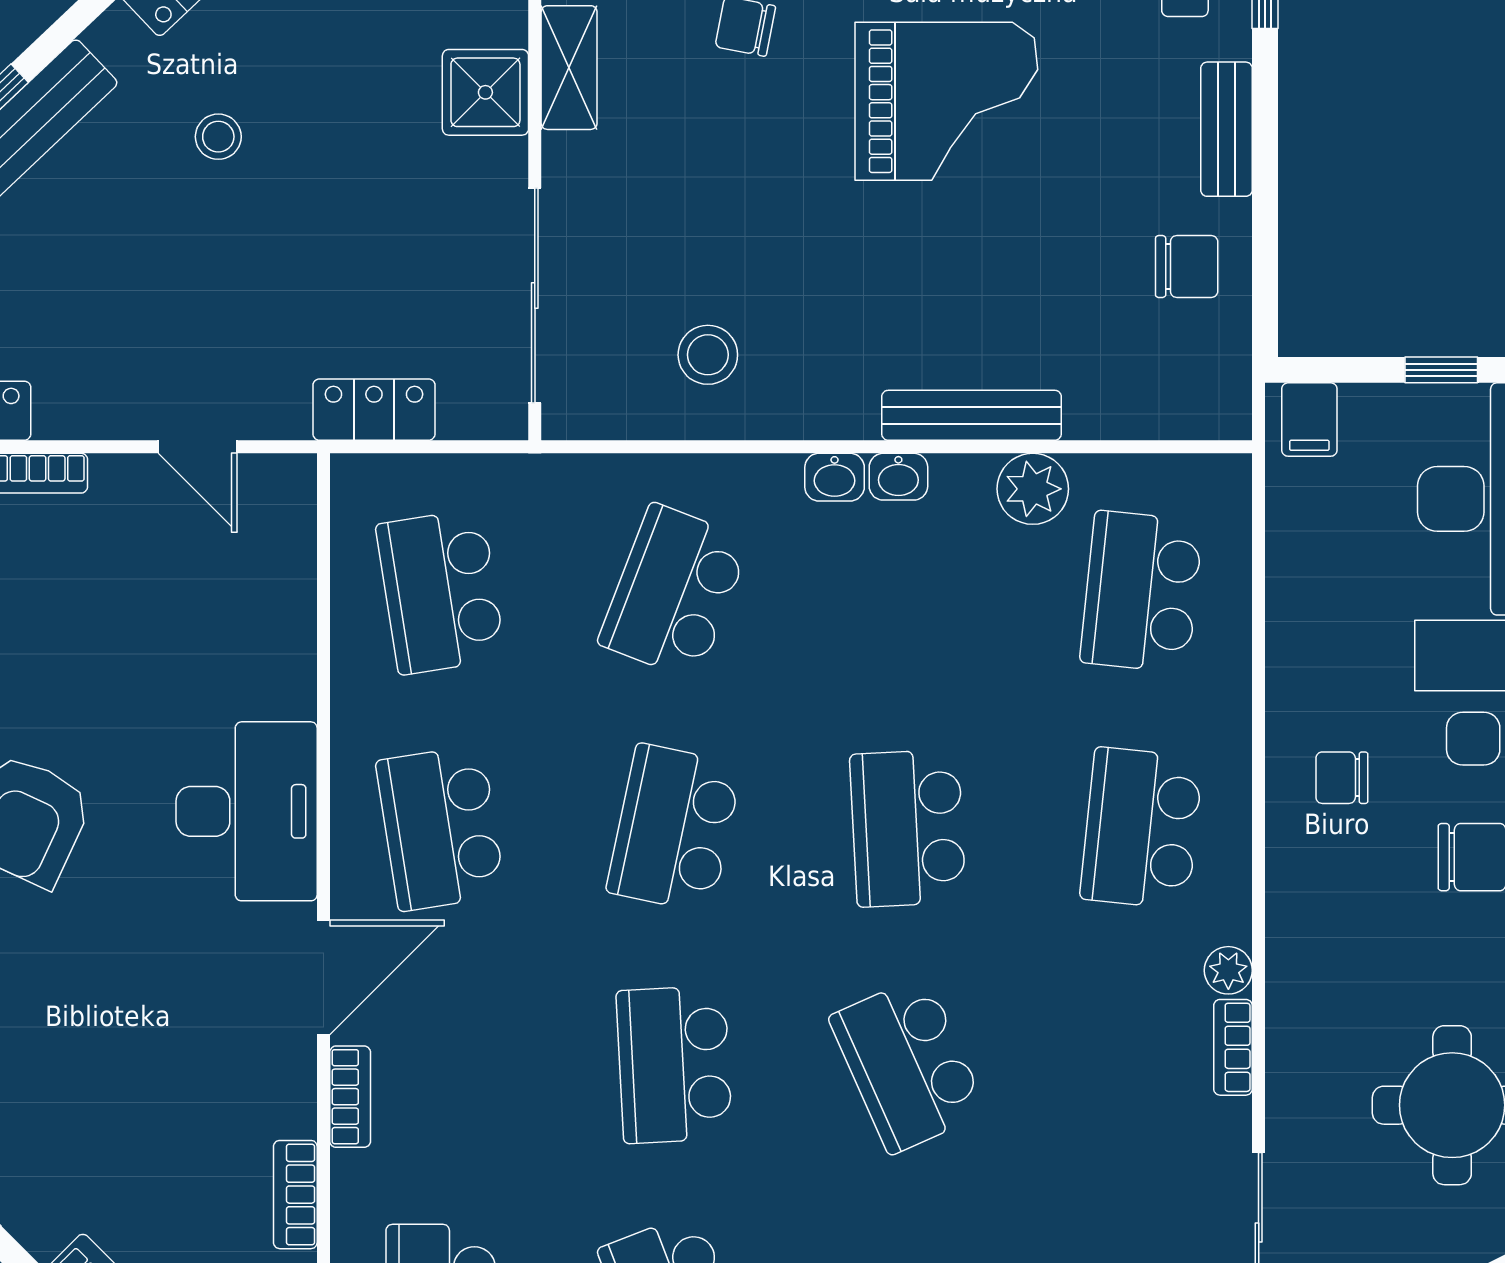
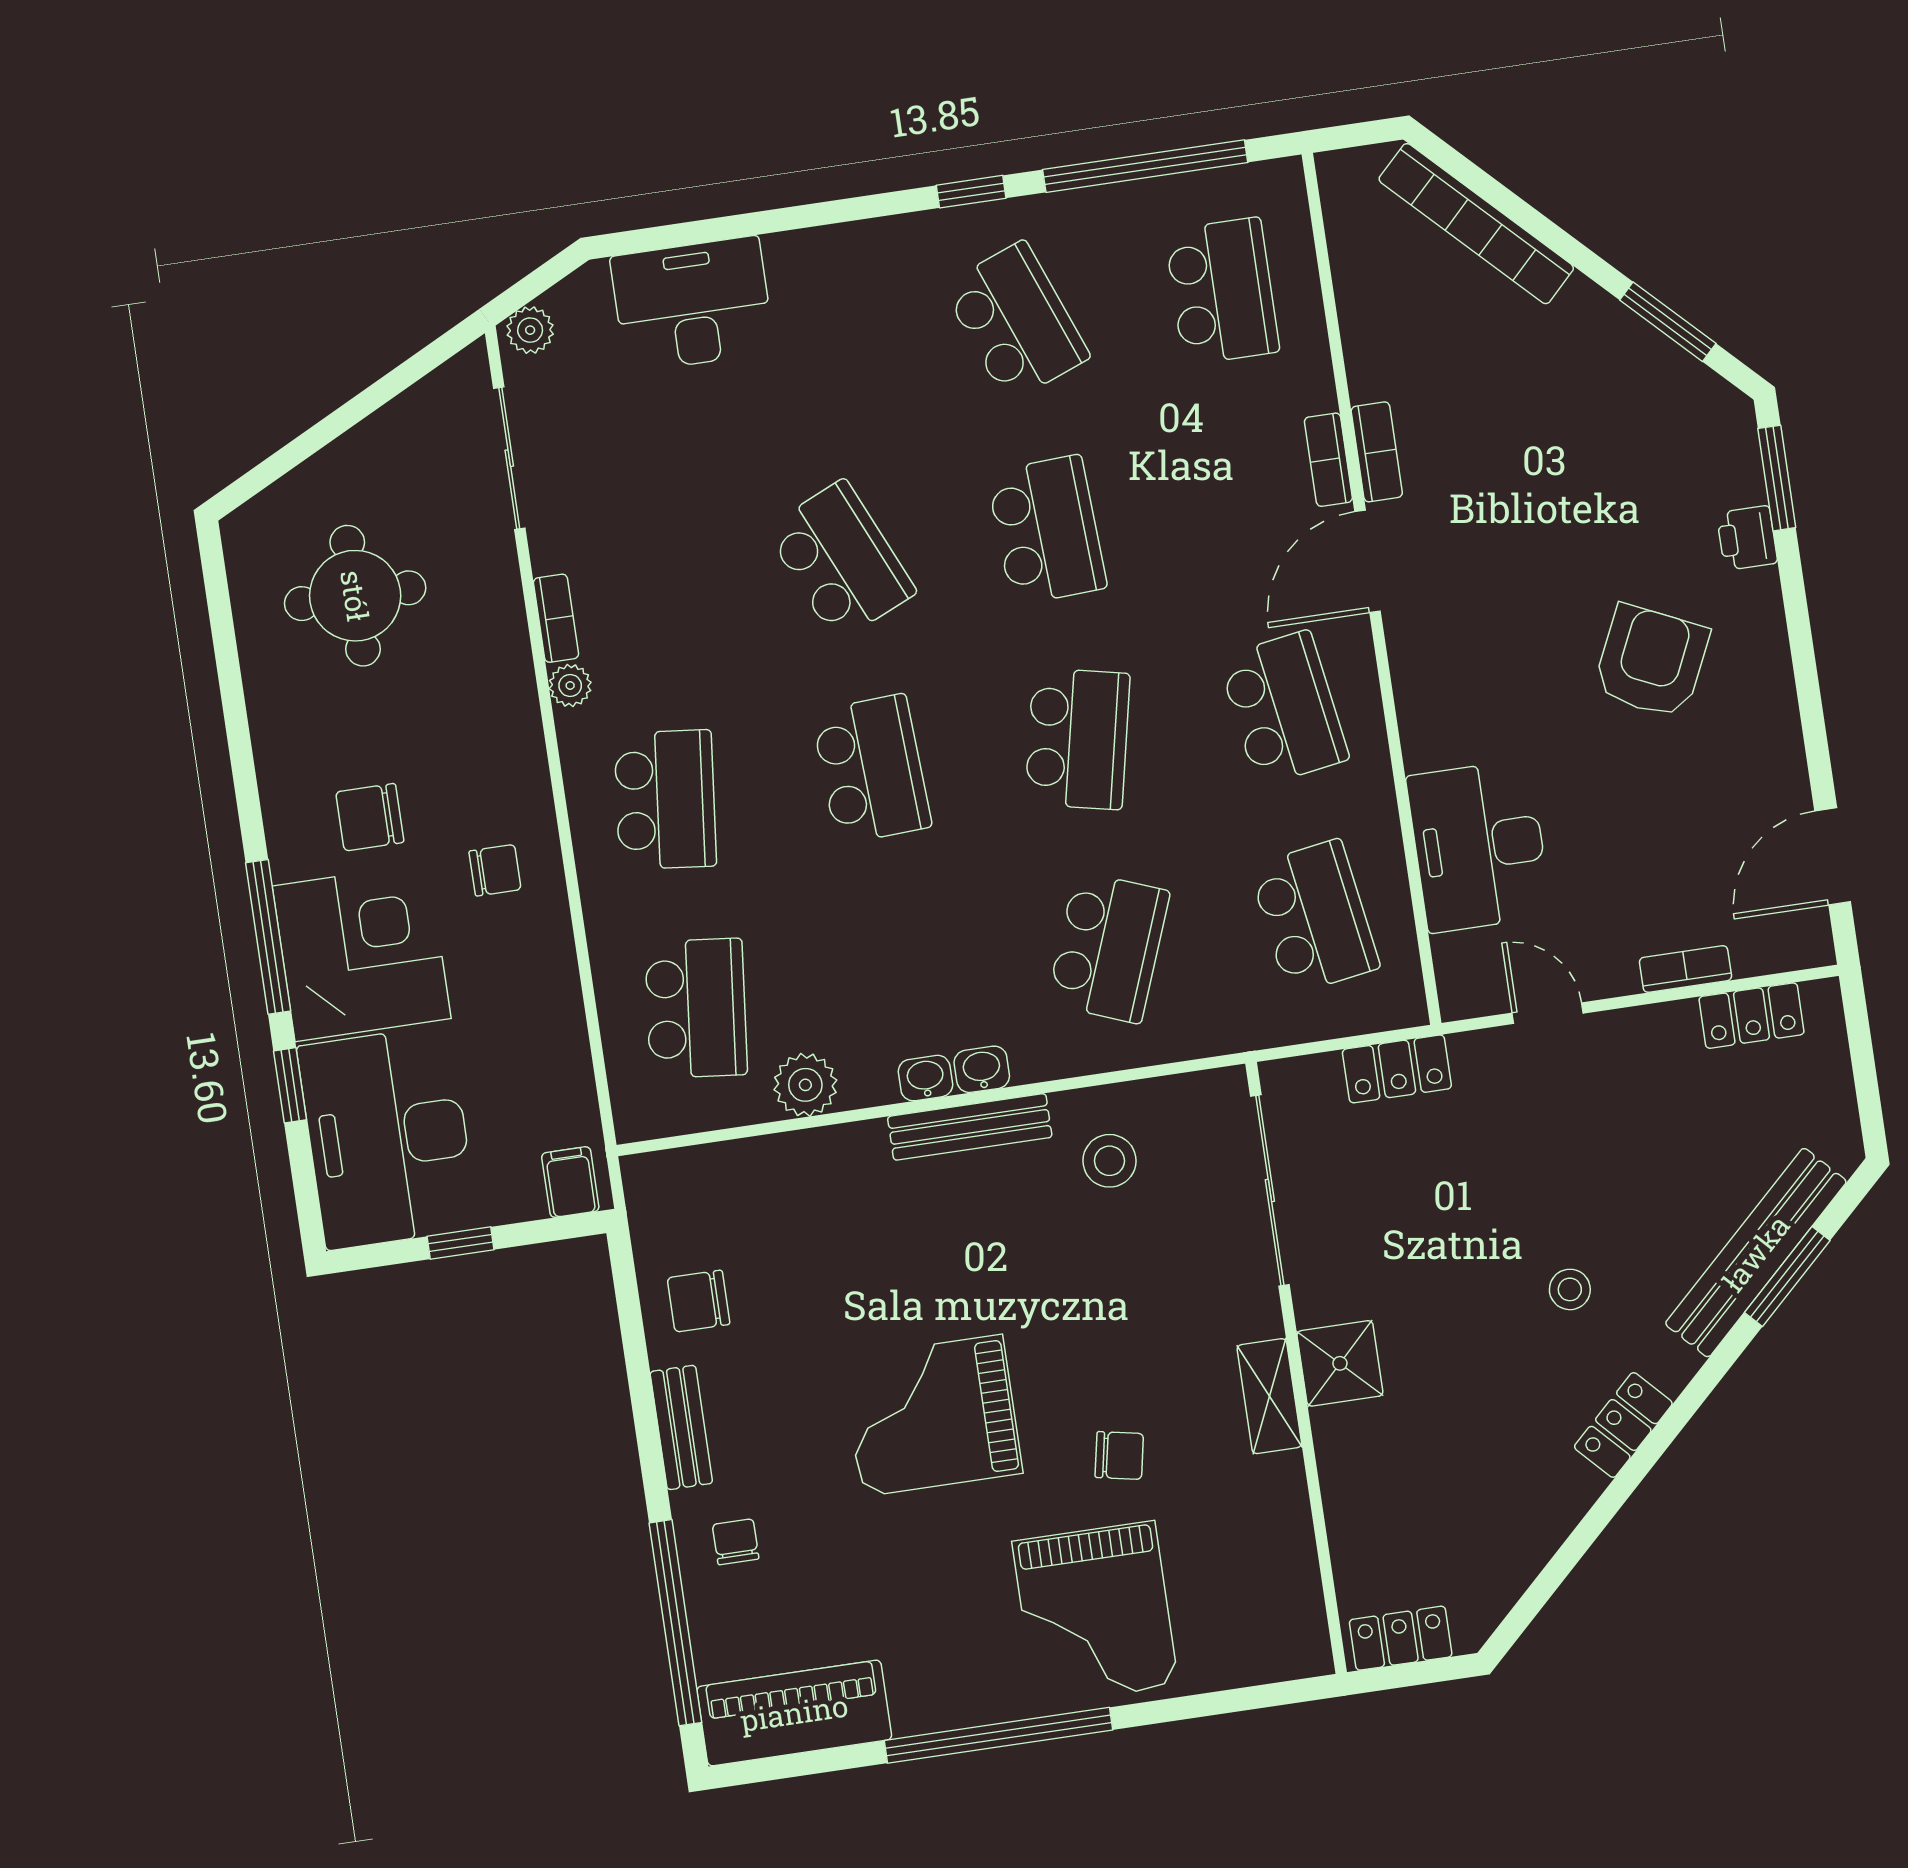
bench: (972, 415) -> (970, 1127), moved
desk: (247, 811) -> (1479, 846), moved
bookcase: (295, 1195) -> (1377, 452), moved

